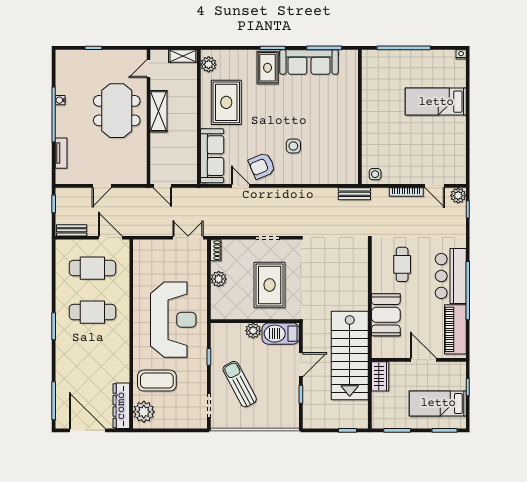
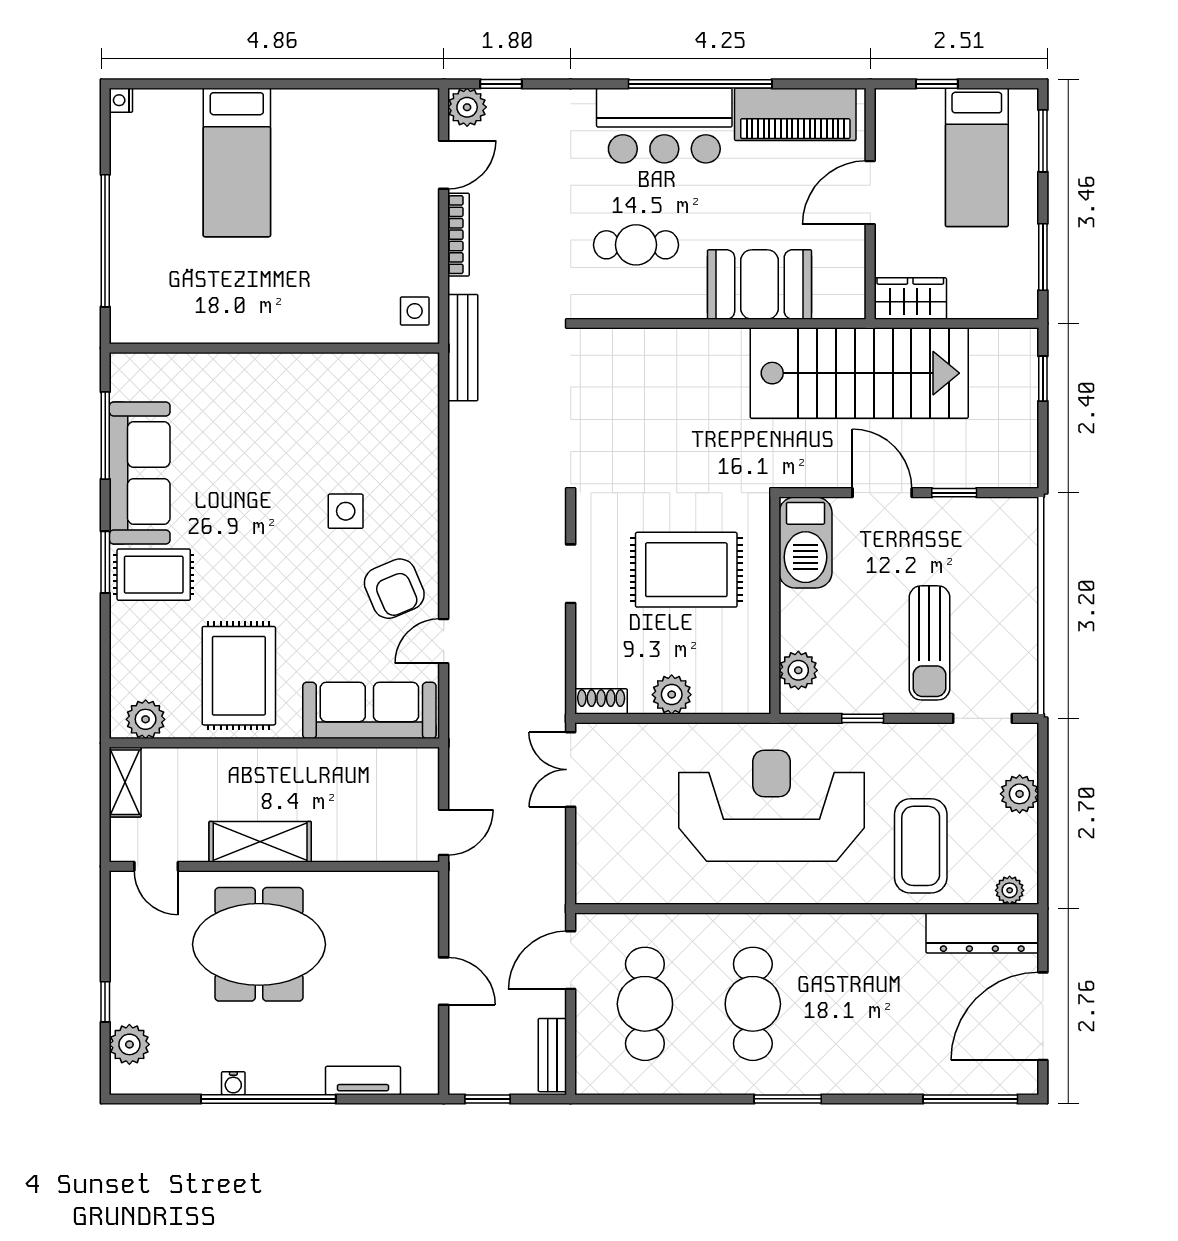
plant: (76, 58) -> (129, 1044), added
rug: (226, 102) -> (239, 676), turned 90
bench: (354, 194) -> (463, 348), width x1.36
plant: (253, 331) -> (798, 670), moved
sun lounger: (240, 384) -> (929, 643), turned -62
plant: (144, 412) -> (1010, 890), width x0.53, depth x0.53
plant: (178, 421) -> (1020, 794), added

